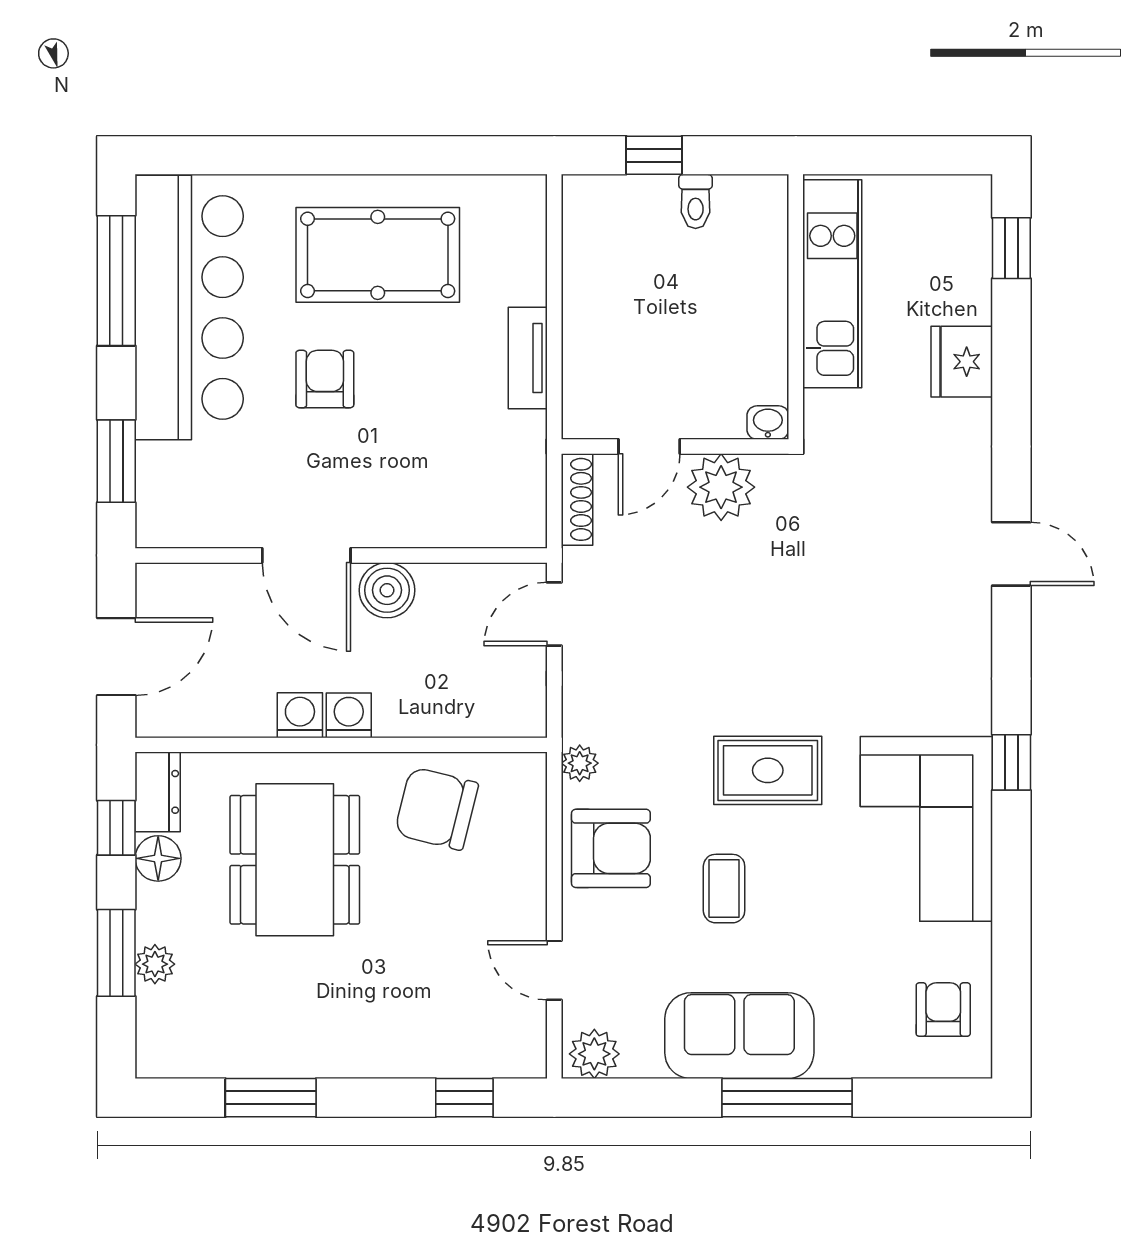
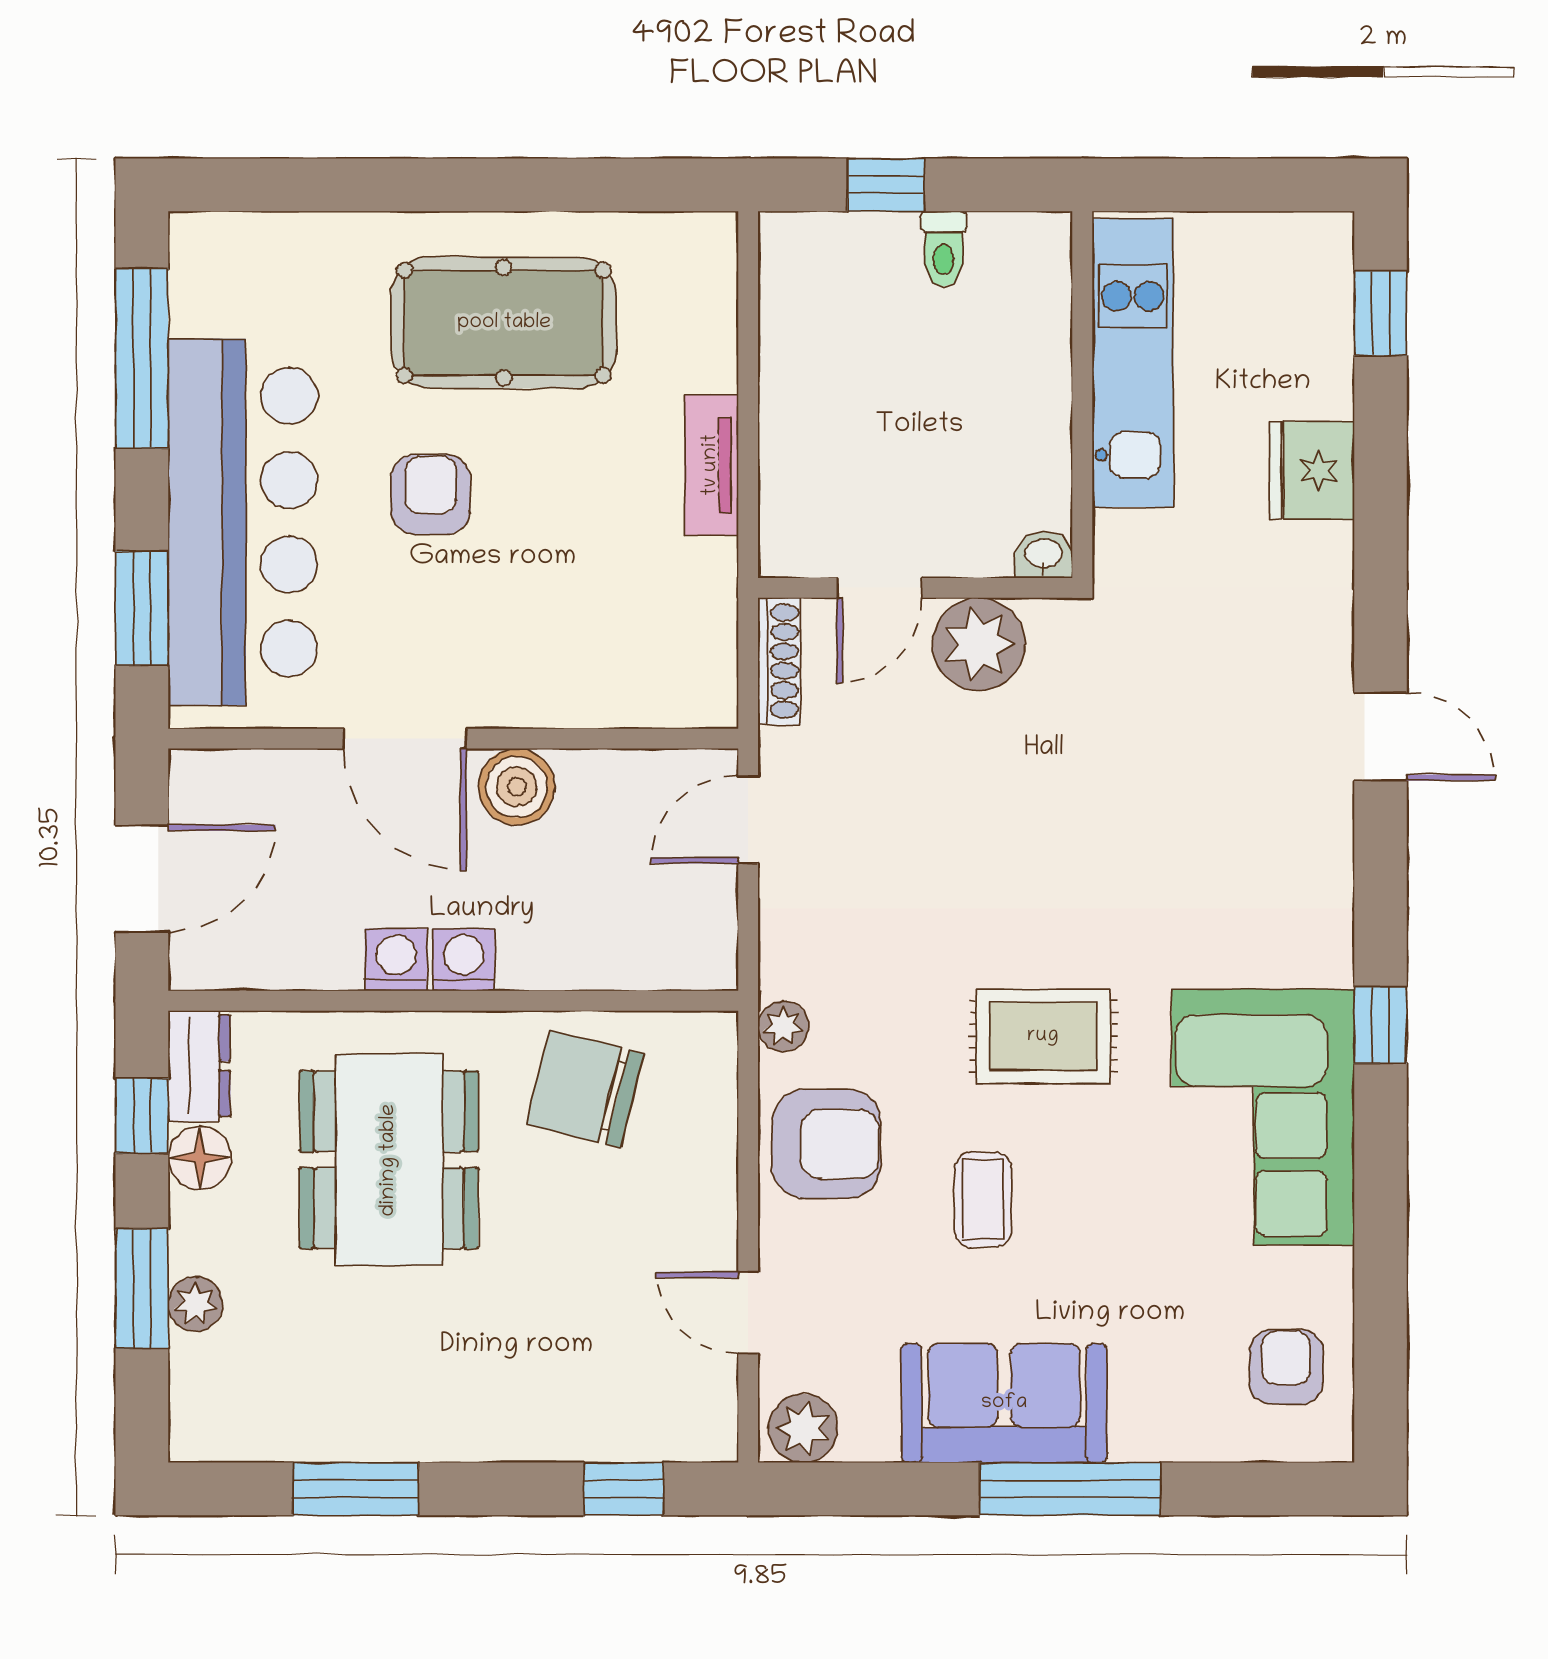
bar counter: (189, 308) -> (243, 522), moved

